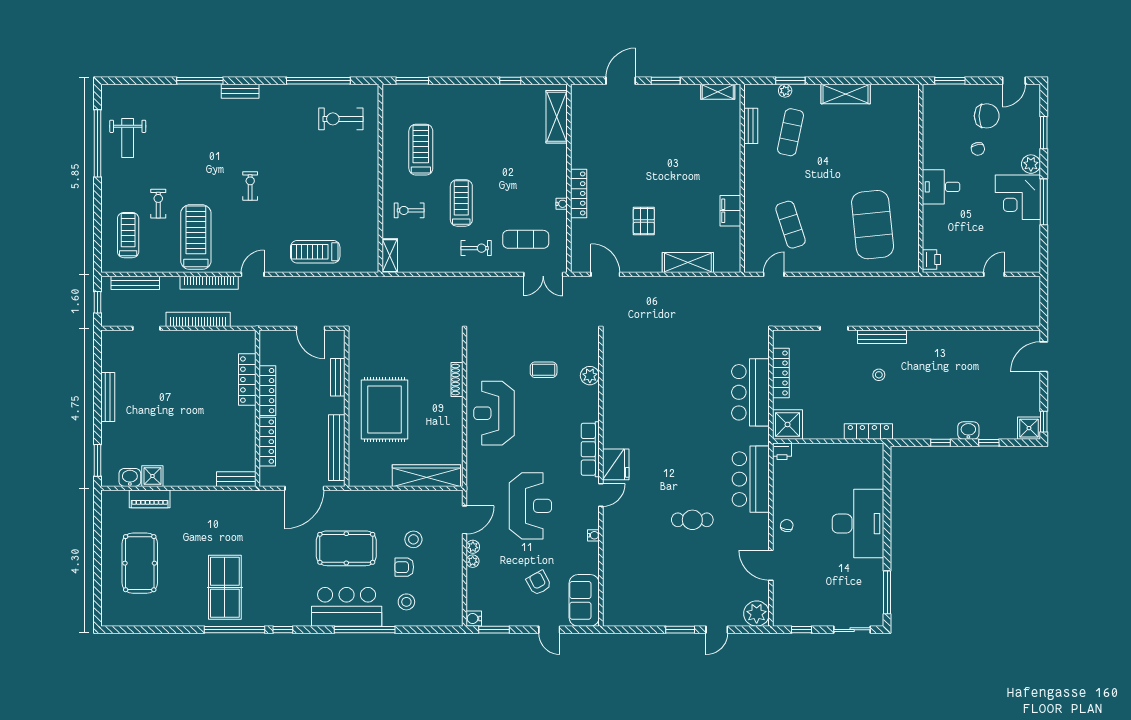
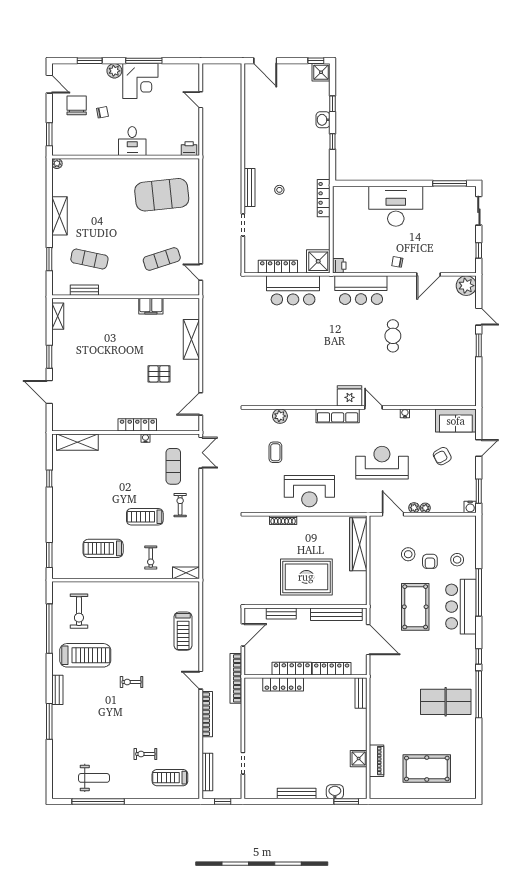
plant: (785, 91) -> (57, 163), moved
treadmill: (196, 237) -> (85, 655), moved, turned 180
bookcase: (198, 319) -> (236, 678), moved
washbasin: (130, 477) -> (335, 792), moved, turned 90

